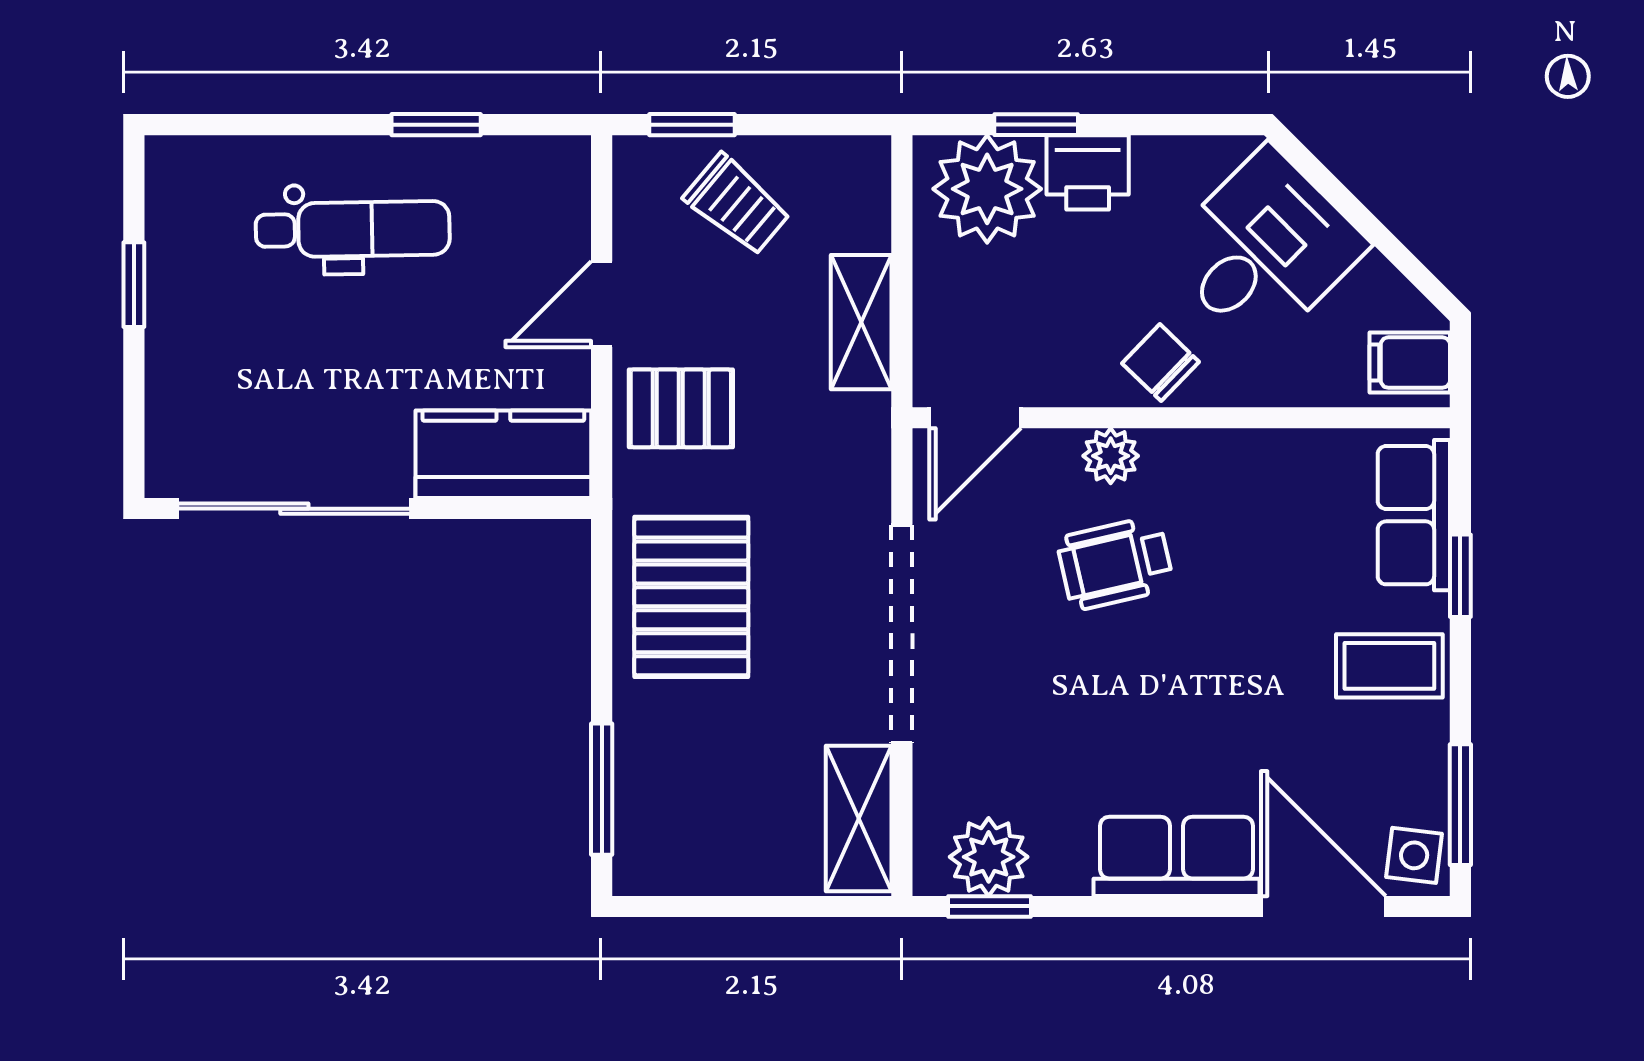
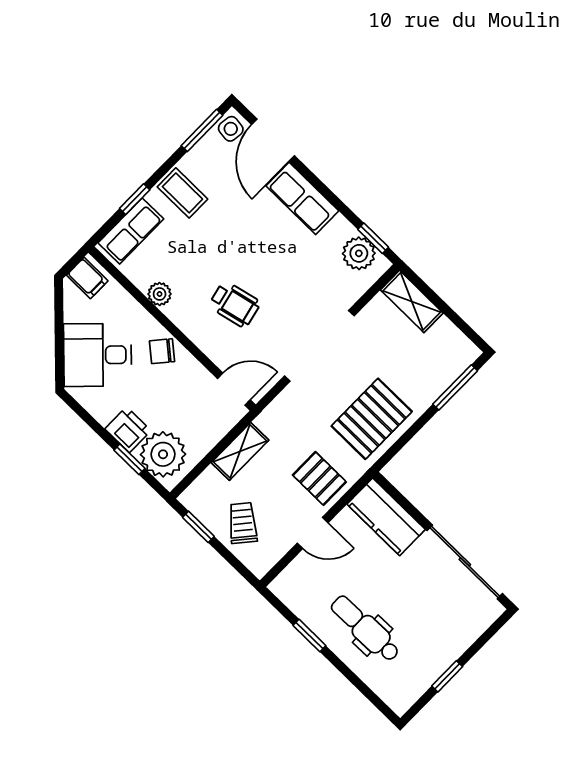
window: (692, 125) -> (198, 527), moved
chair: (1161, 363) -> (162, 351), turned 86
plant: (1111, 456) -> (160, 294), moved
shelving: (859, 819) -> (412, 301), moved, turned 90

